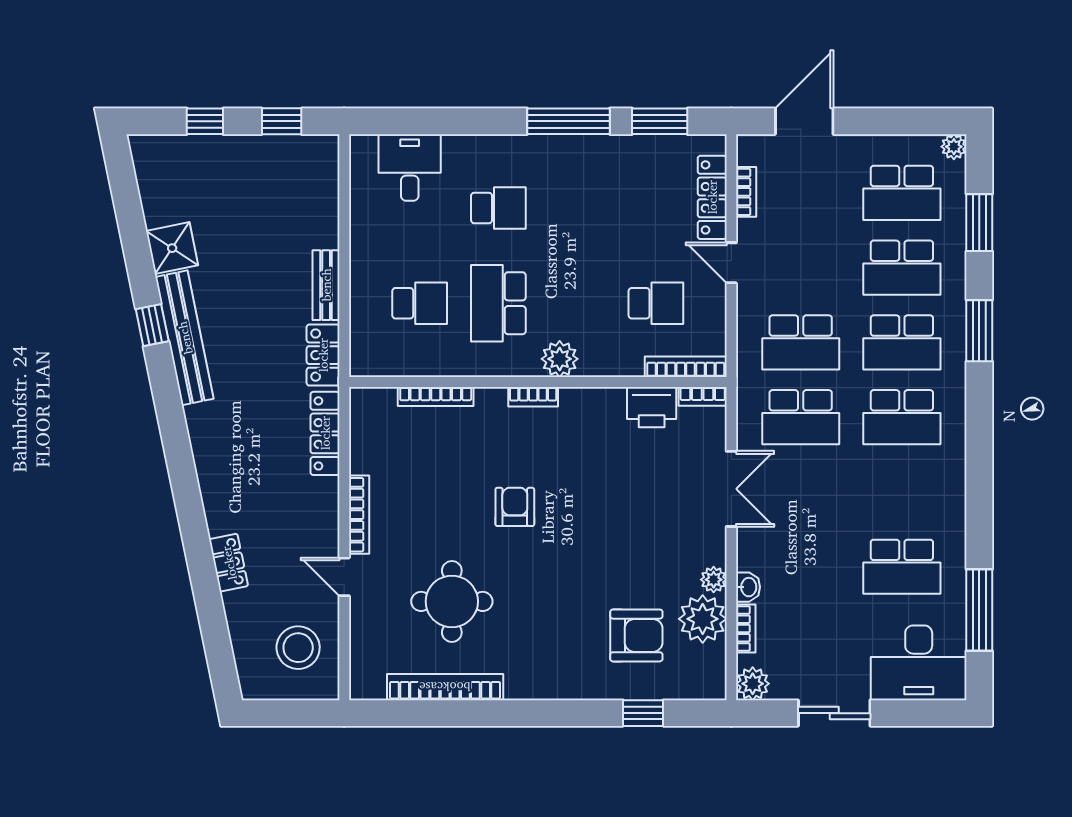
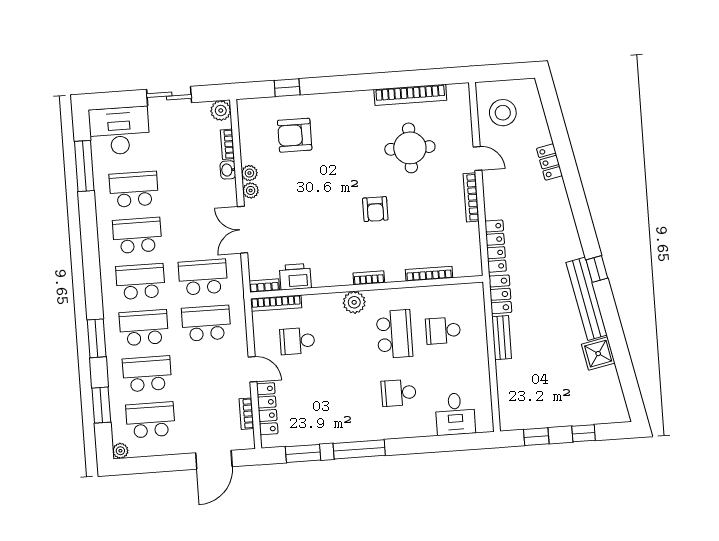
window: (152, 325) -> (597, 269), moved
school desk: (902, 492) -> (137, 235), added
plant: (703, 619) -> (251, 190), moved, width x0.53, depth x0.53

